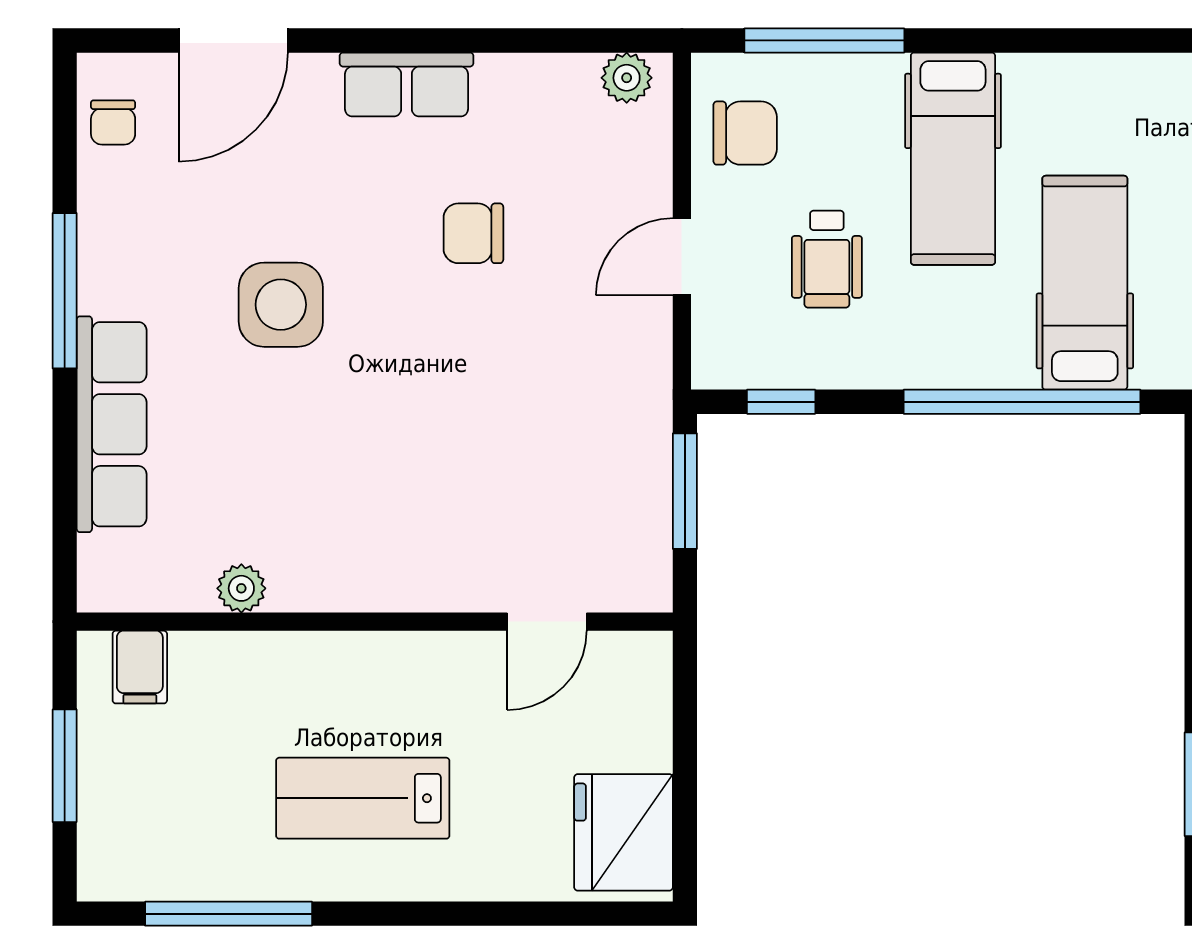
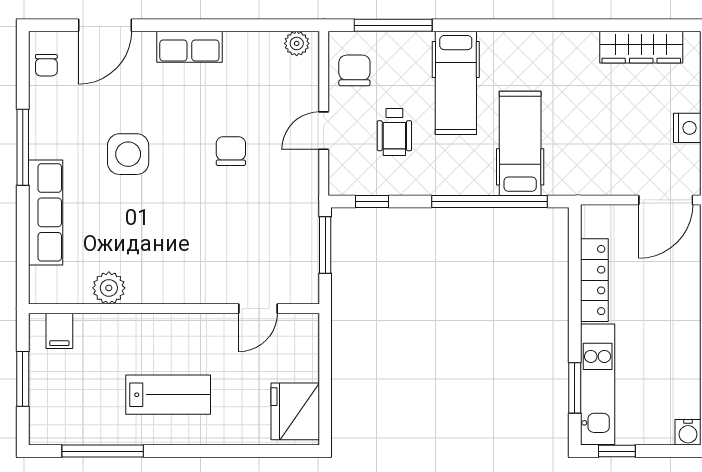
chair: (745, 133) -> (354, 70), turned -90
chair: (473, 233) -> (231, 151), moved, turned 90
plant: (241, 588) -> (109, 288), width x1.38, depth x1.38
lab bench: (363, 798) -> (168, 395), turned 180

